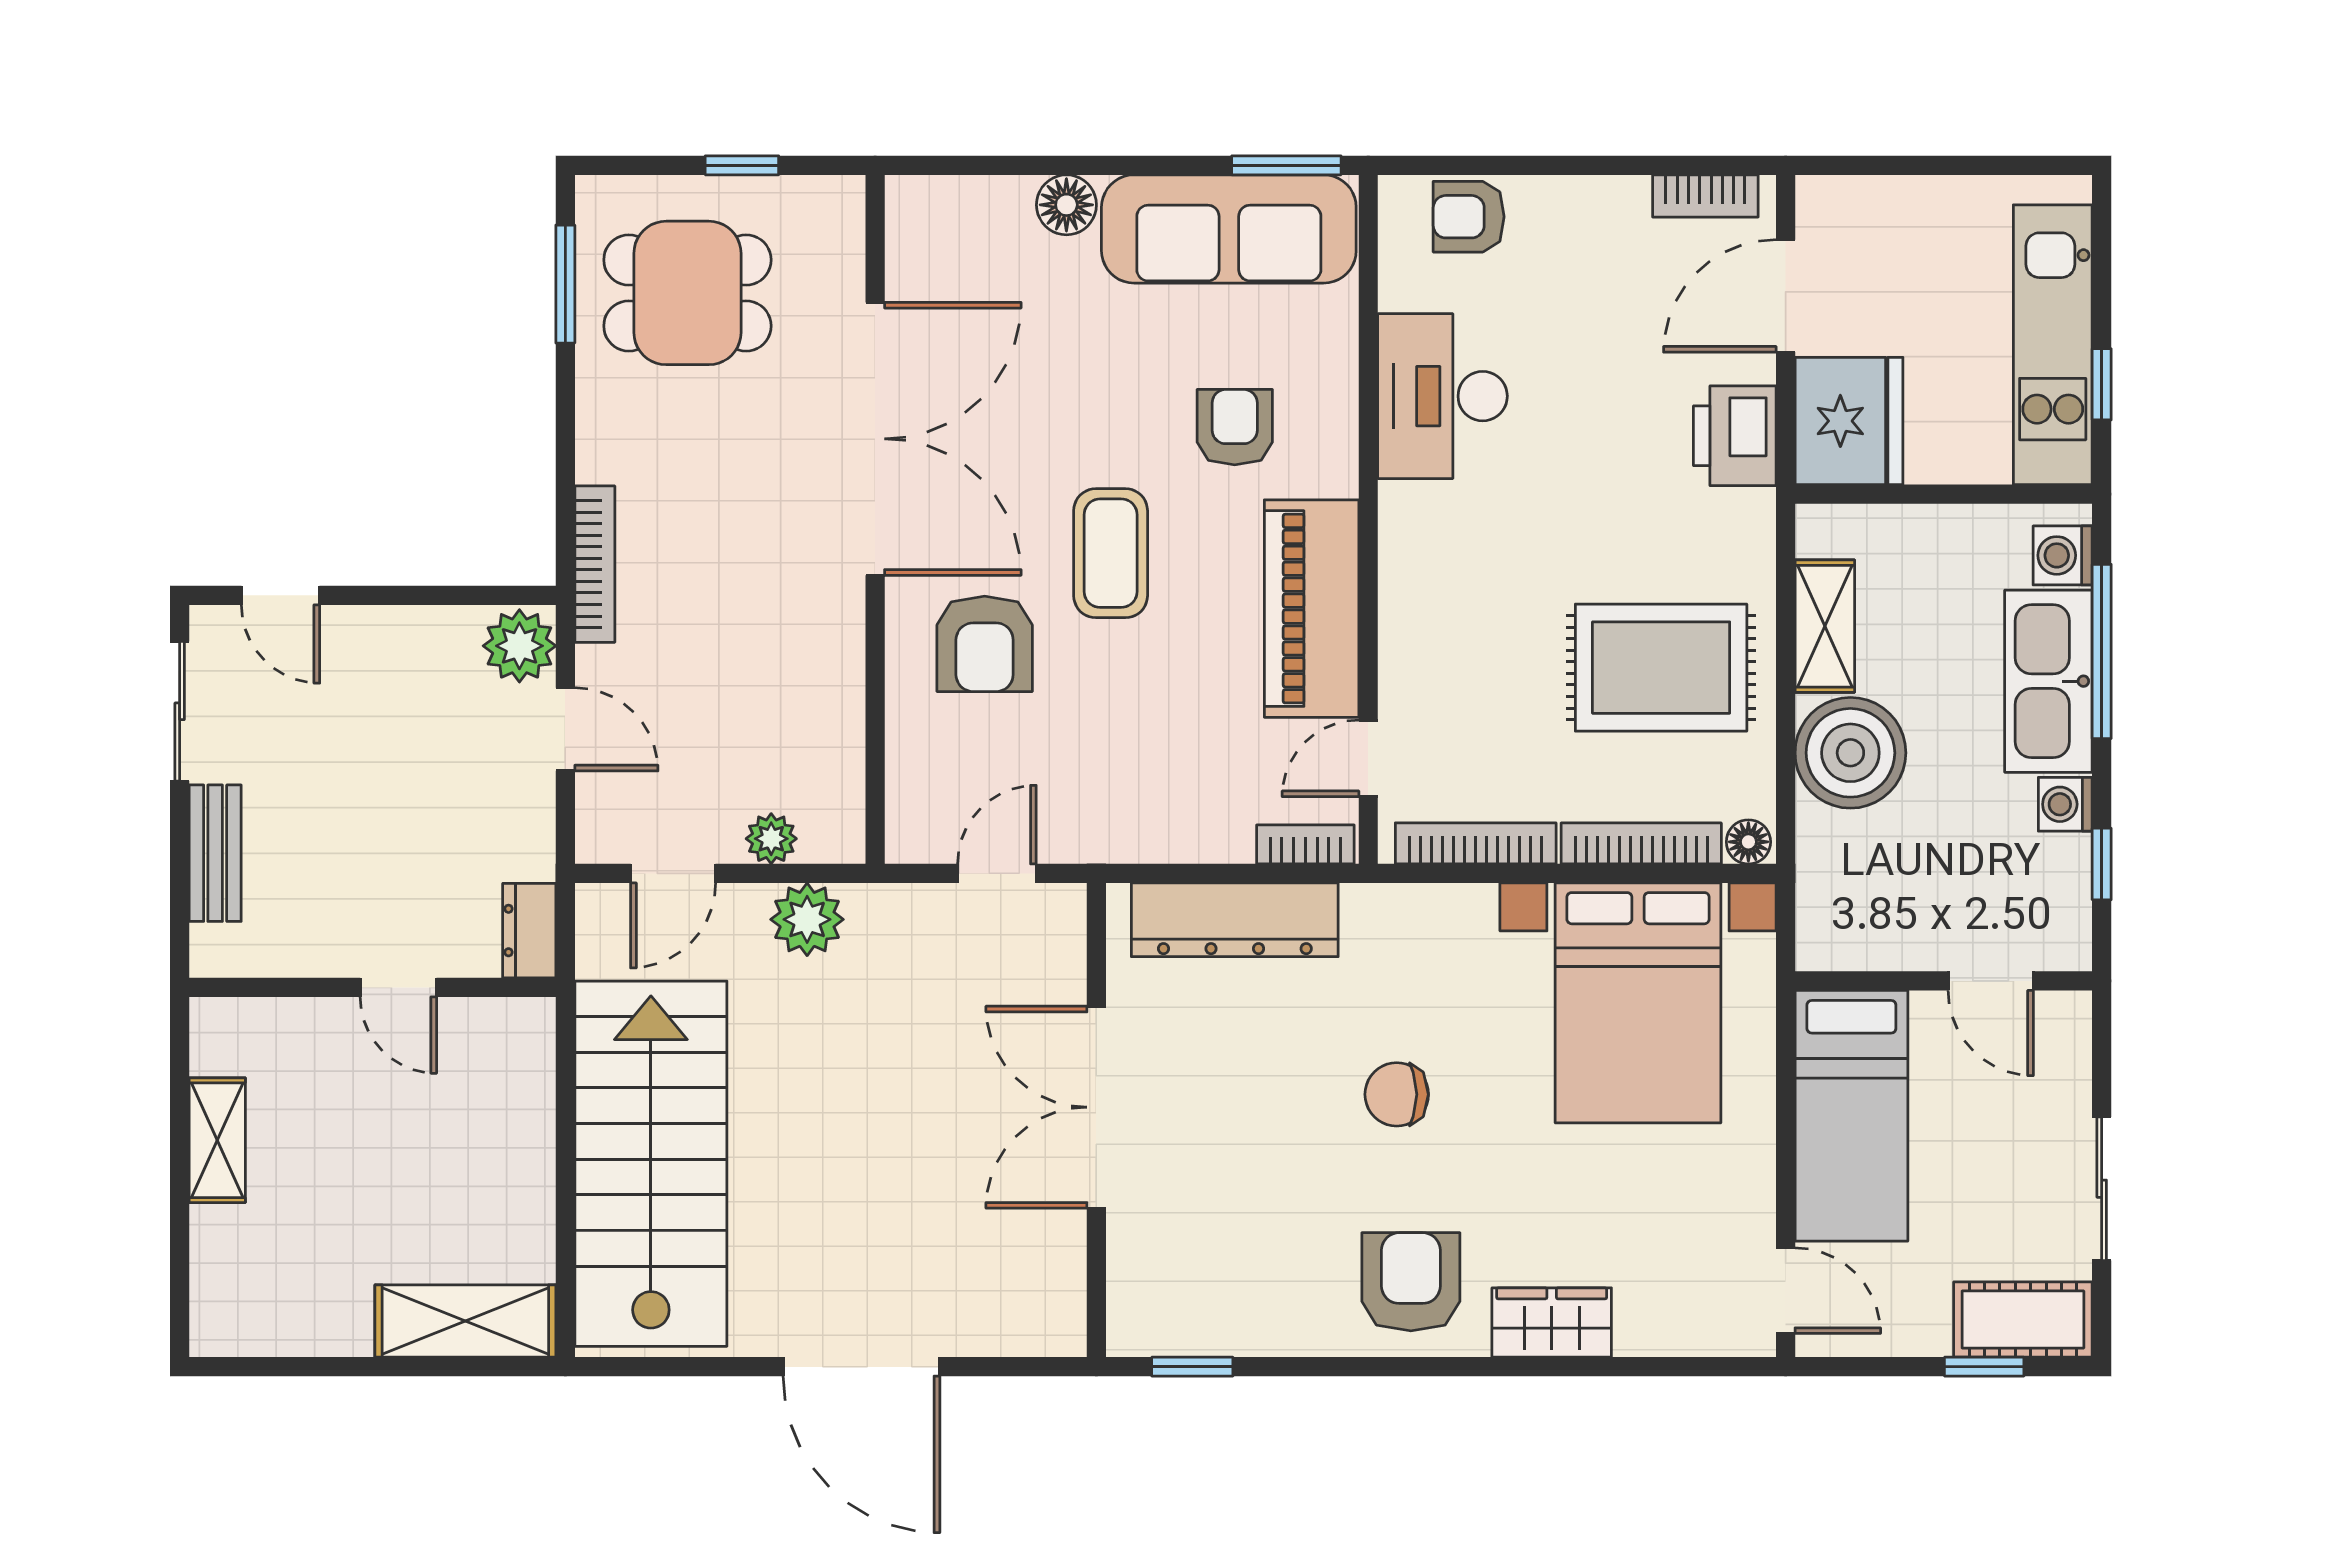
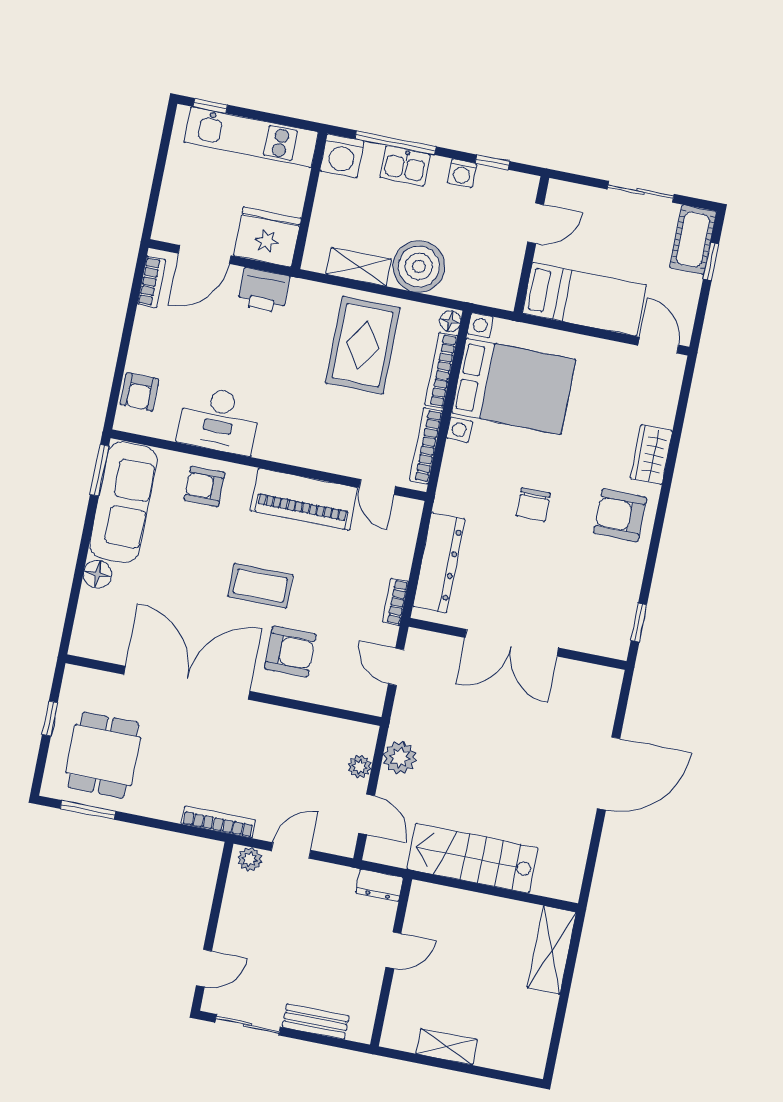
door: (1786, 296) -> (205, 255), hinge flipped
window: (2102, 384) -> (210, 106), moved
armchair: (1235, 427) -> (204, 486), moved
washing machine: (2063, 555) -> (342, 156), width x1.38, depth x1.38
plant: (519, 646) -> (250, 859), width x0.73, depth x0.73
kitchen sink: (2048, 681) -> (405, 166), width x0.53, depth x0.81
bookcase: (1305, 844) -> (395, 602), moved
stairs: (651, 1164) -> (472, 858), width x0.73, depth x0.66
door: (1786, 1291) -> (658, 345), hinge flipped

